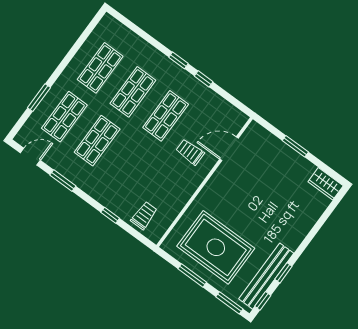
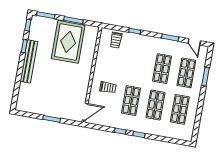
door: (229, 149) -> (85, 112), moved
door: (30, 157) -> (194, 42), hinge flipped
wardrobe: (326, 184) -> (25, 106), removed
rug: (216, 247) -> (68, 42), turned 90
bench: (266, 276) -> (29, 61), moved

